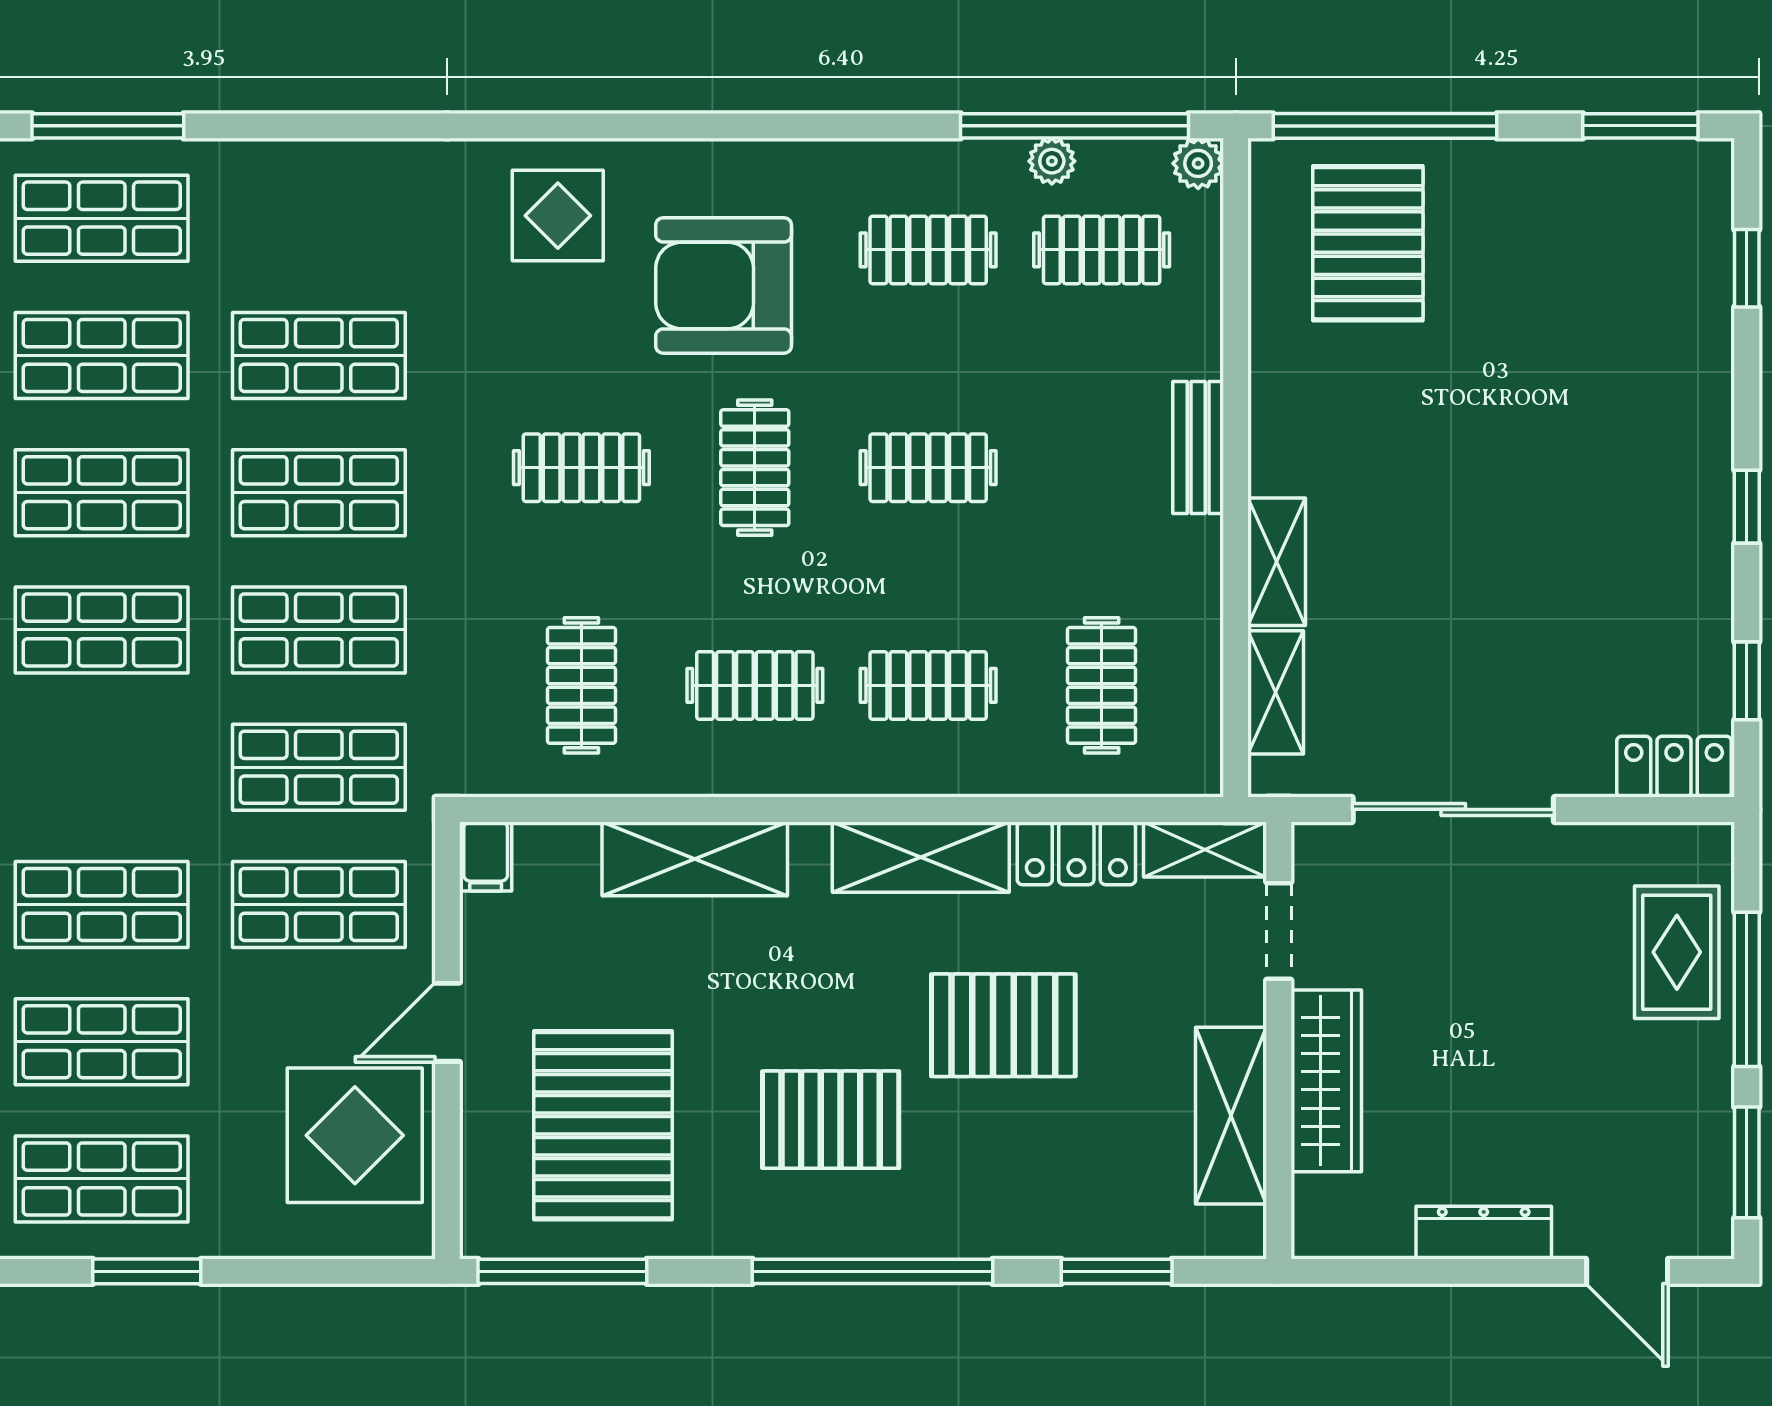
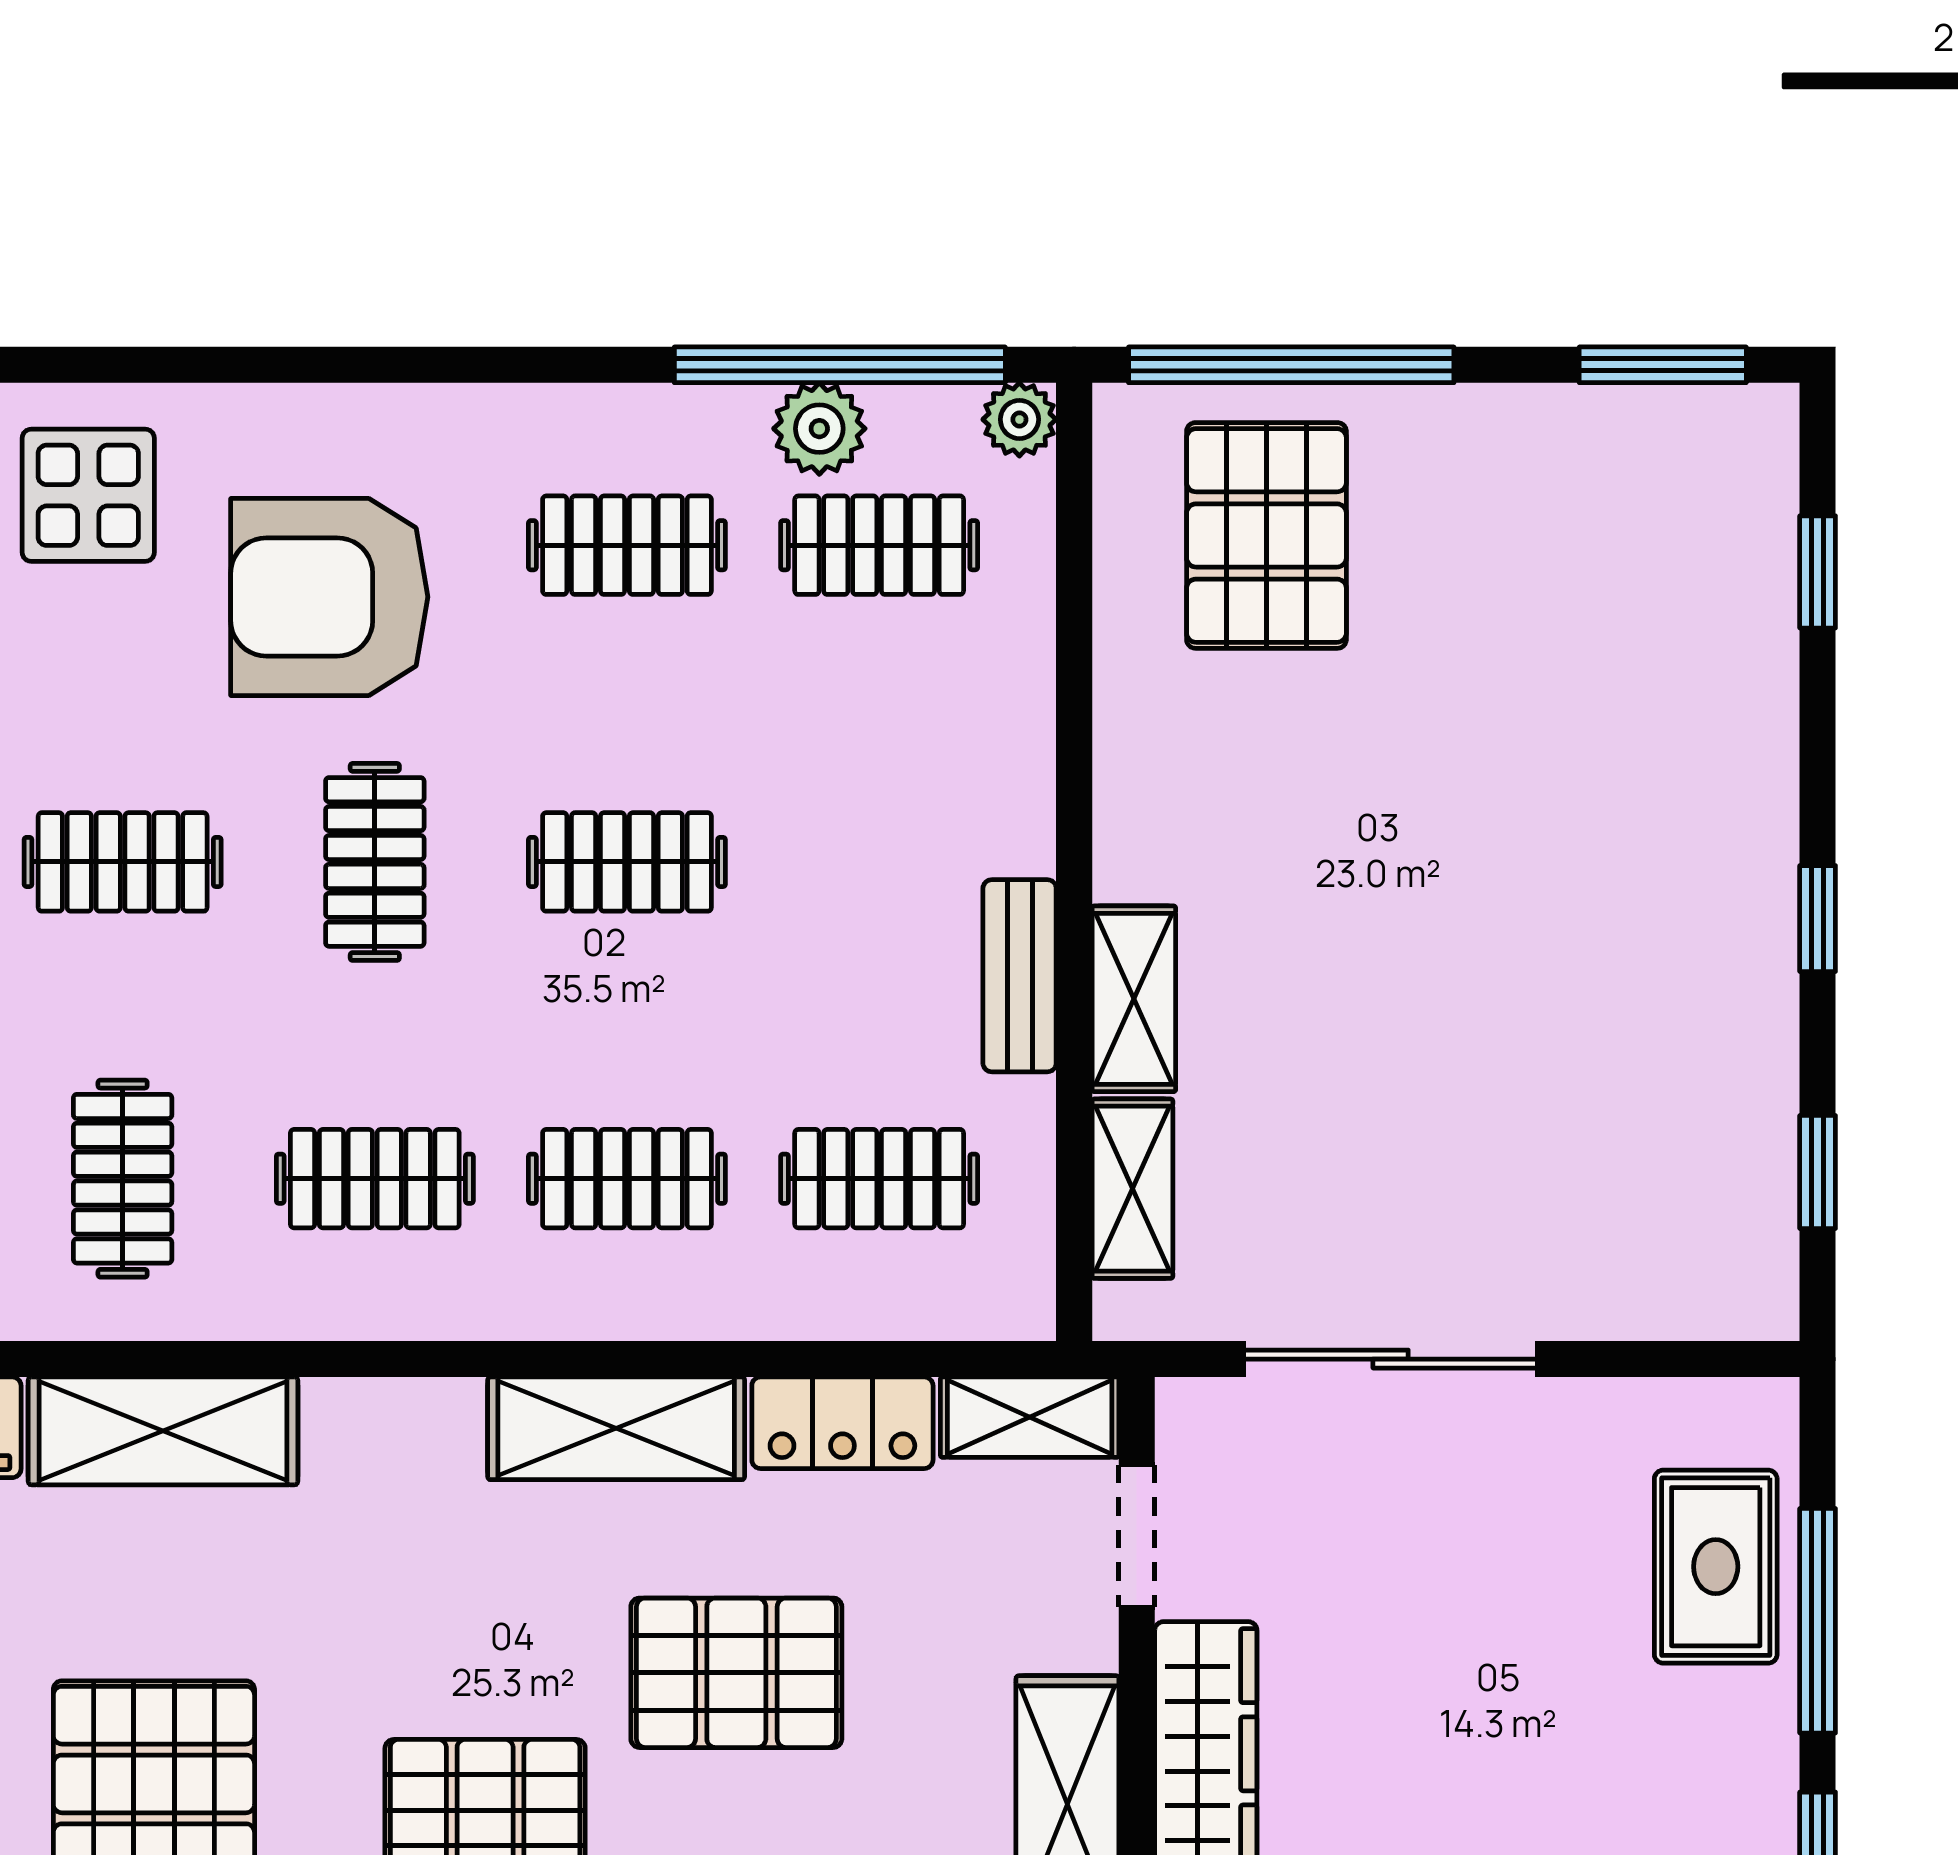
plant: (1052, 161) -> (819, 429), width x1.38, depth x1.38
bench: (1198, 448) -> (1020, 976), moved
clothes rail: (1102, 685) -> (879, 1179), turned 90
locker: (1674, 767) -> (1712, 1297), removed
shelving: (695, 859) -> (163, 1431), moved

